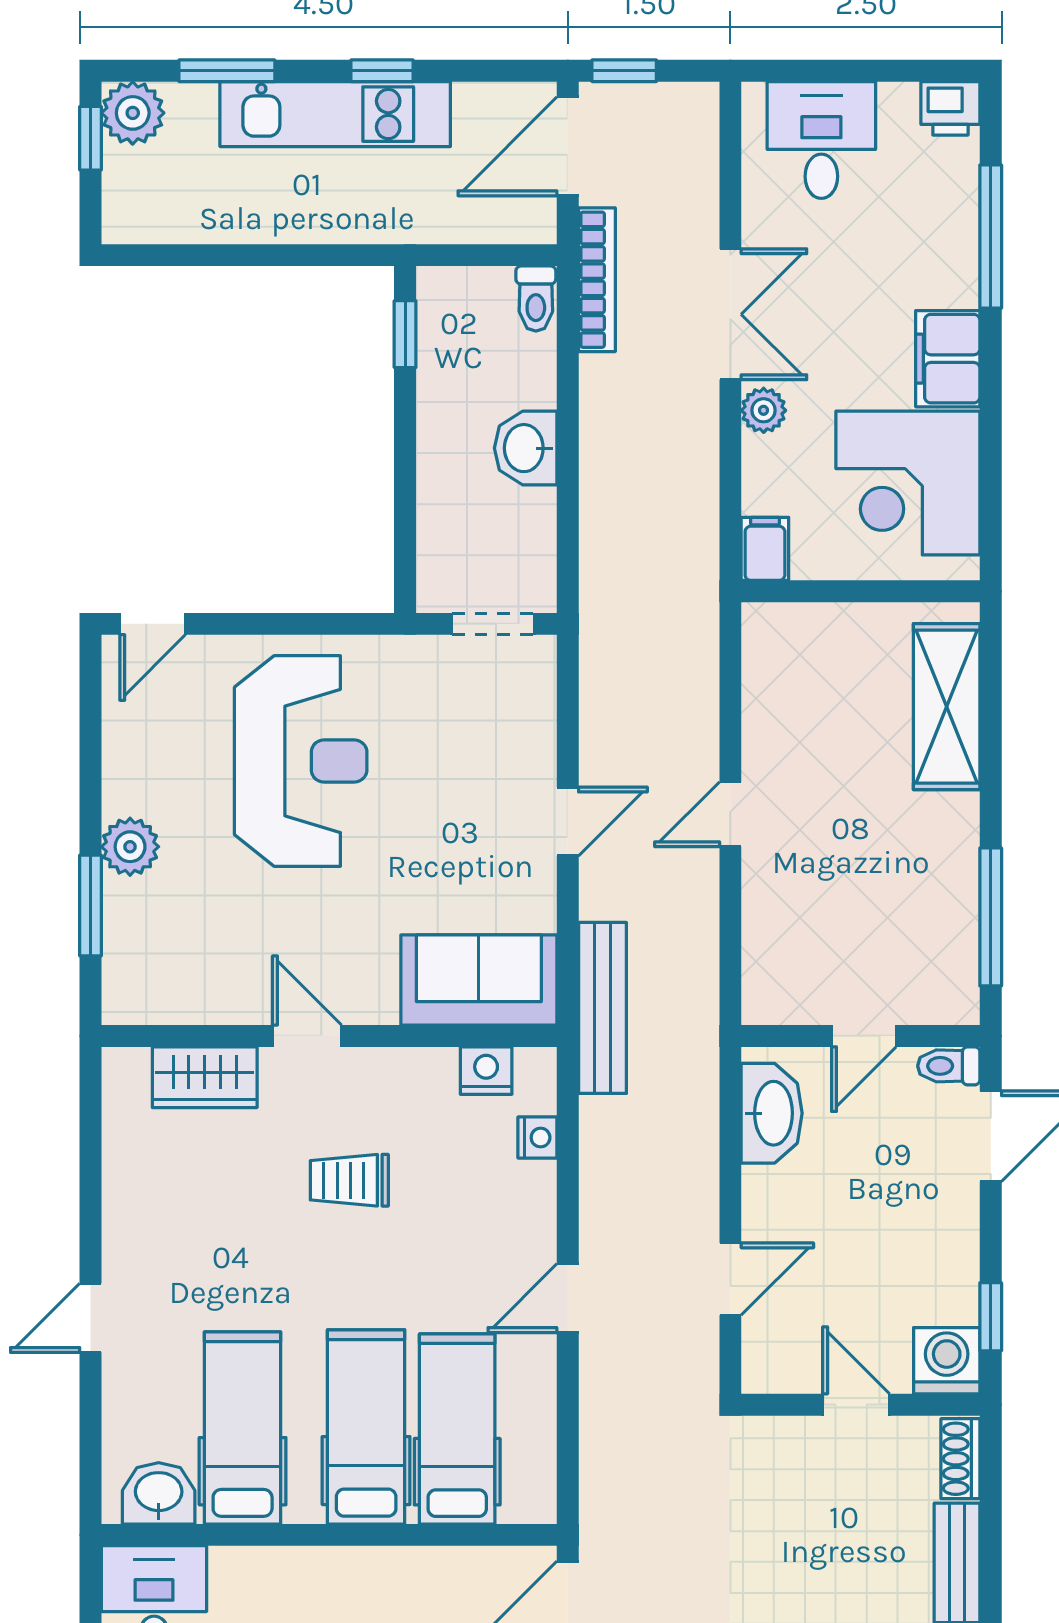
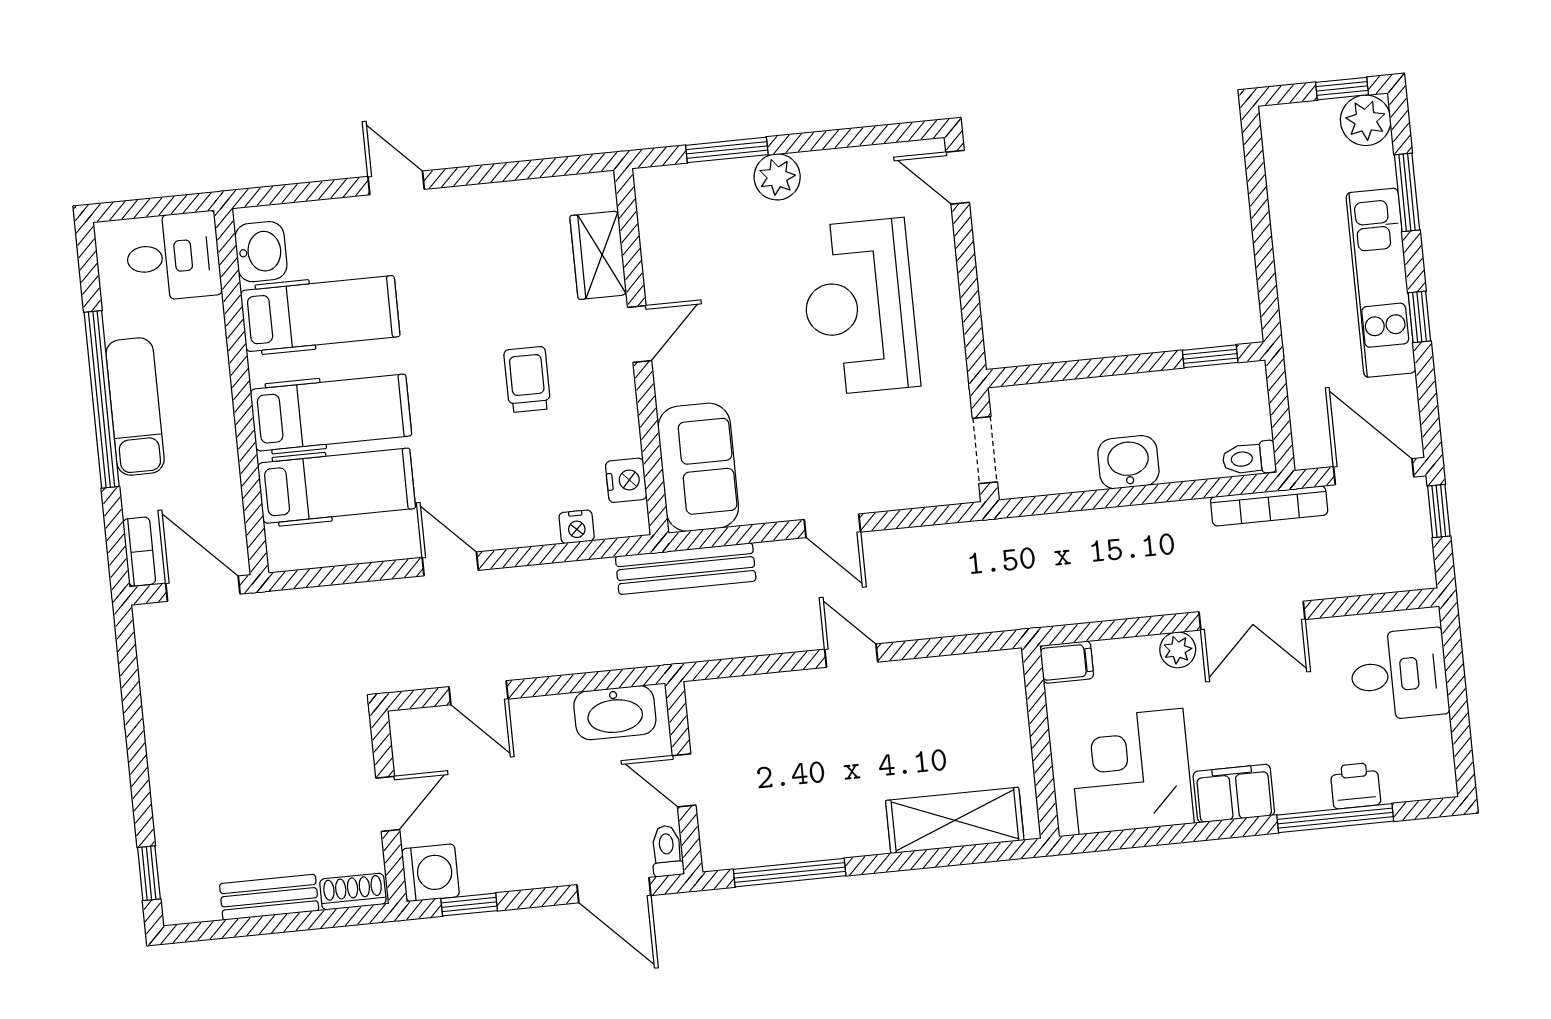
printer: (950, 108) -> (1355, 786), moved, turned 90
reception desk: (301, 761) -> (860, 307), turned 90

